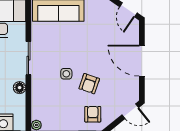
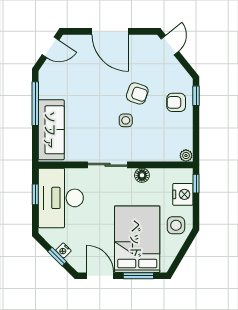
door: (142, 61) -> (110, 31), hinge flipped
armchair: (93, 114) -> (176, 102), moved

